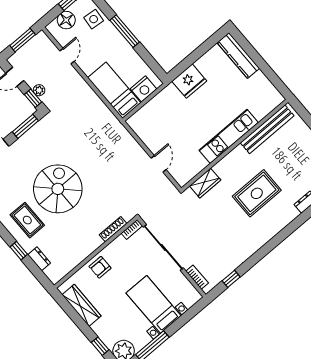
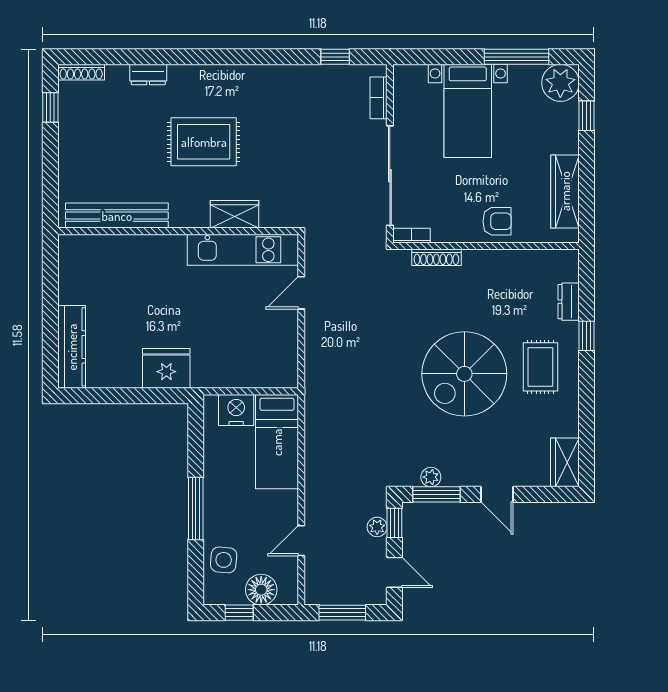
plant: (34, 132) -> (431, 477), added
kitchen unit: (229, 136) -> (243, 250), moved
wardrobe: (205, 183) -> (234, 214), moved

